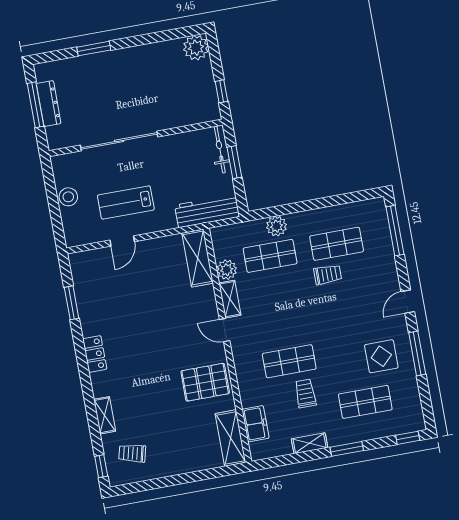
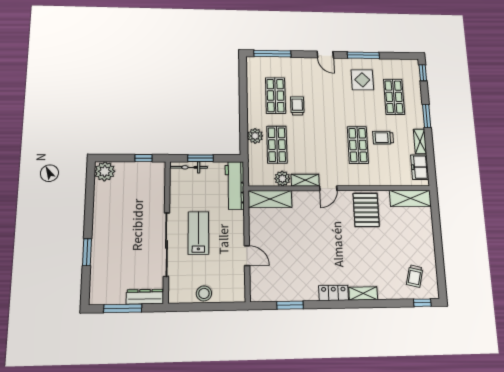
dresser: (49, 104) -> (145, 297), moved
lab bench: (126, 203) -> (198, 233), moved, turned 180
shelving: (105, 415) -> (363, 293), moved
freezer: (255, 424) -> (420, 167), moved, turned -90

